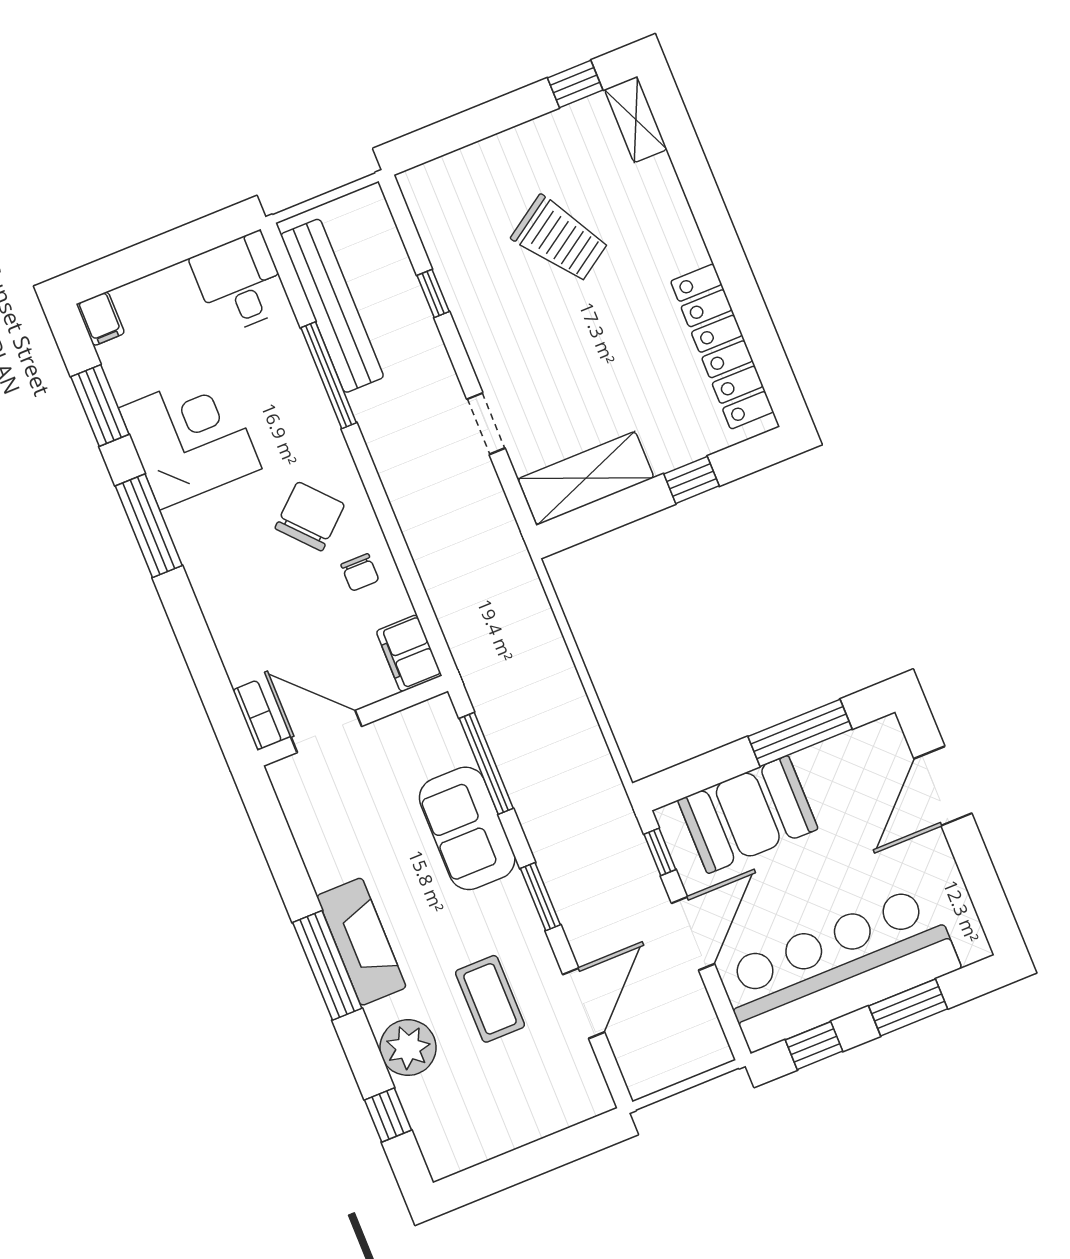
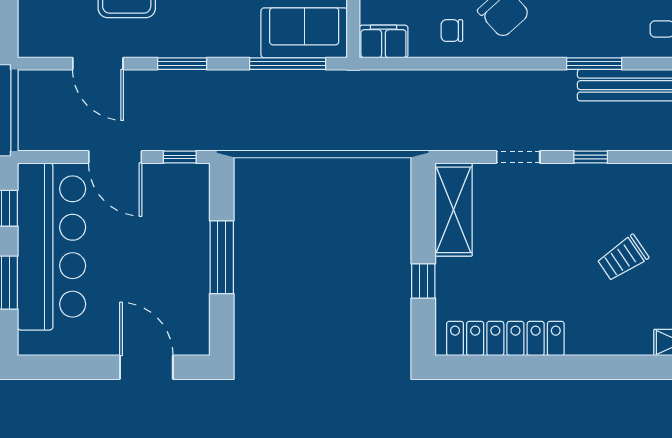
trolley: (560, 239) -> (623, 258), width x0.73, depth x0.72
window: (433, 293) -> (591, 157), moved
window: (329, 375) -> (594, 64), width x0.69
window: (800, 733) -> (222, 257), moved
booth: (748, 815) -> (181, 227), removed
sofa: (467, 828) -> (304, 33), moved

